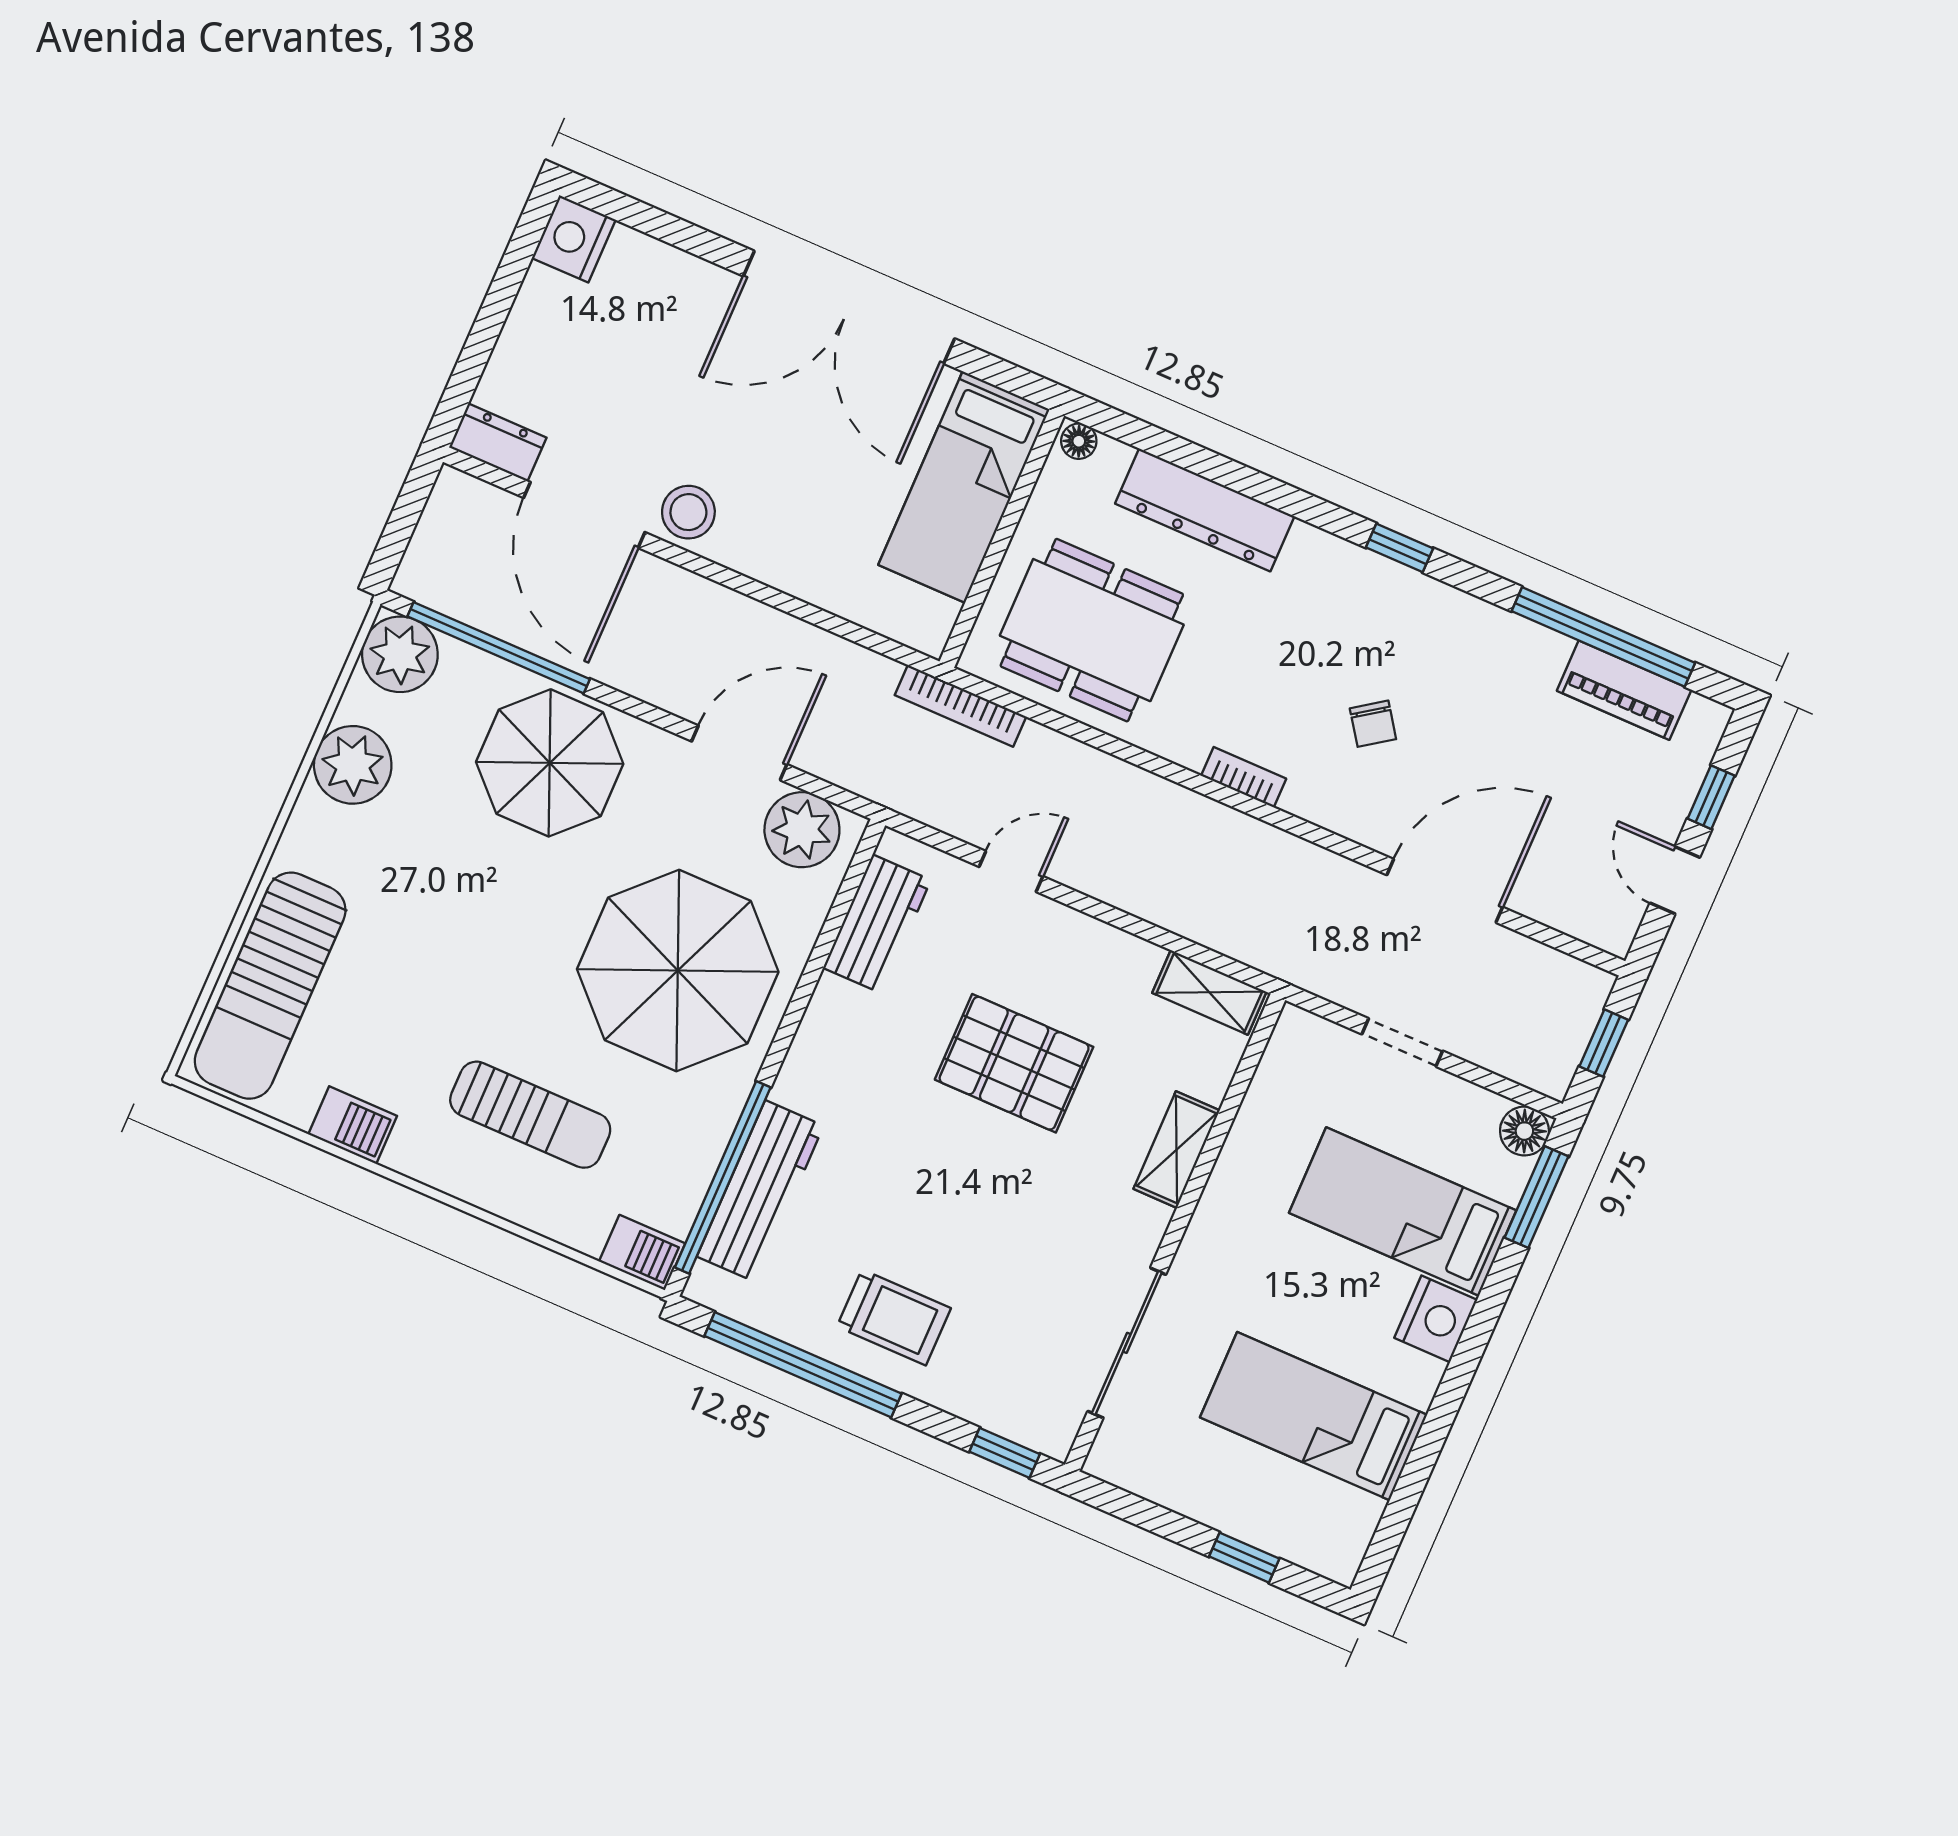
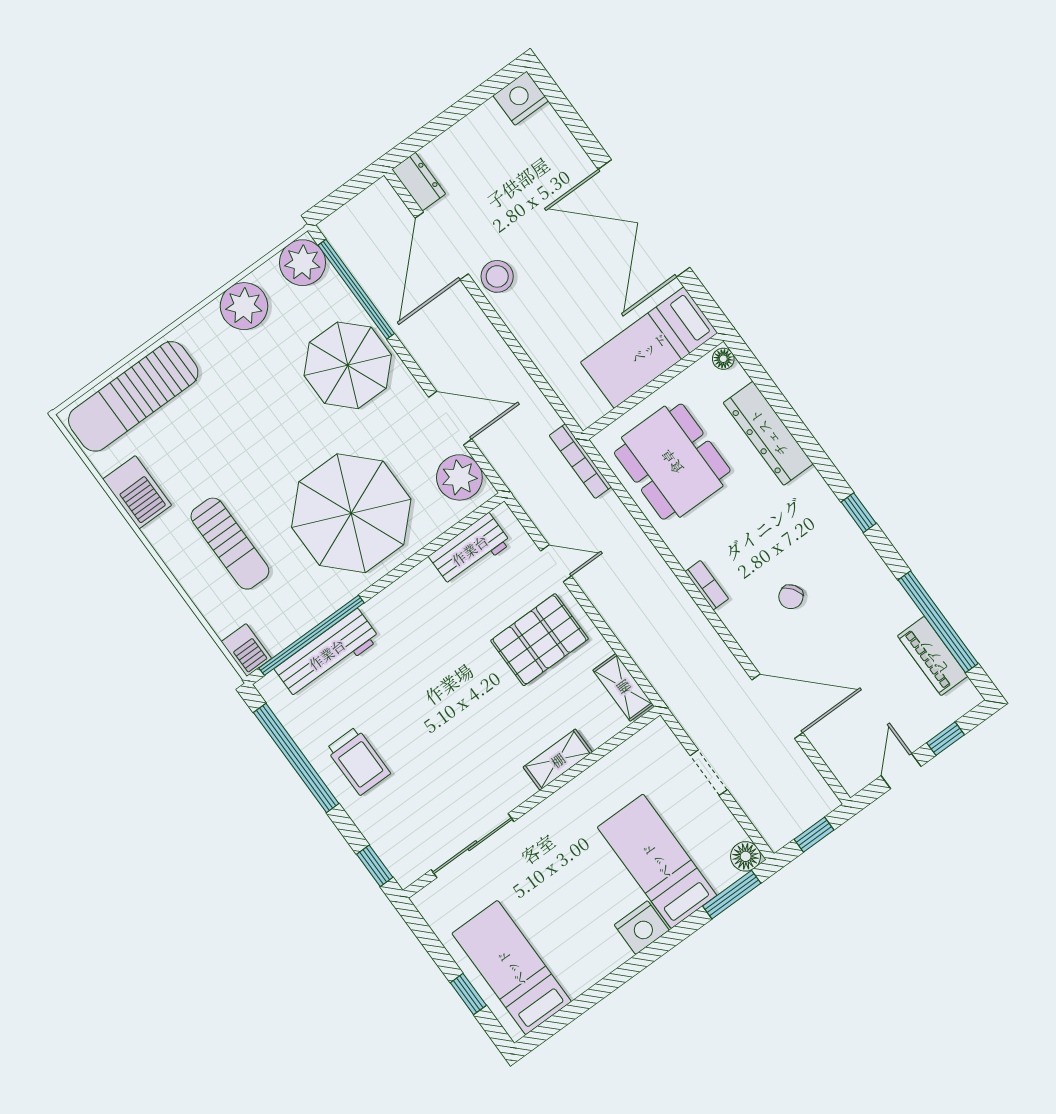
pallet: (1014, 1063) -> (539, 640), moved, turned 90
barbecue: (353, 1125) -> (137, 492), width x1.38, depth x1.27
bed: (1313, 1416) -> (512, 968), moved

